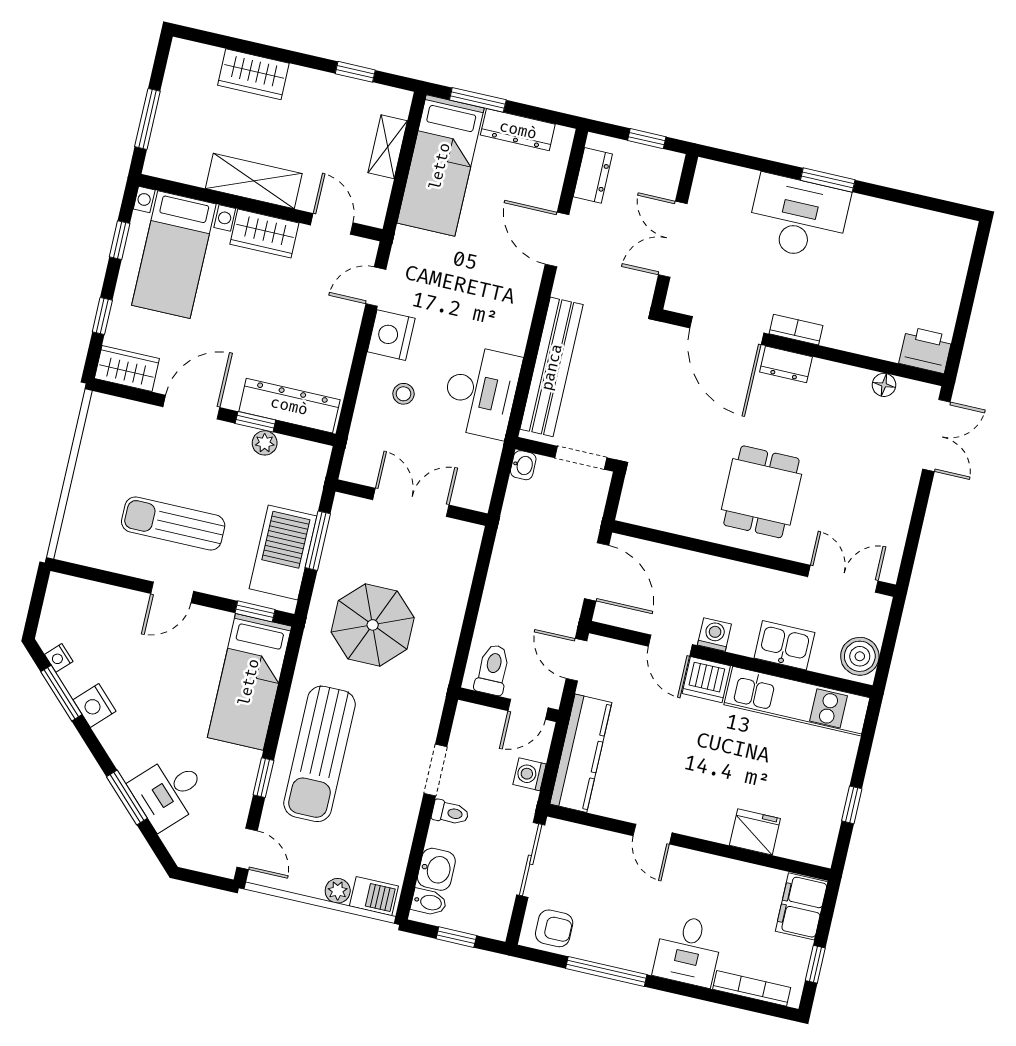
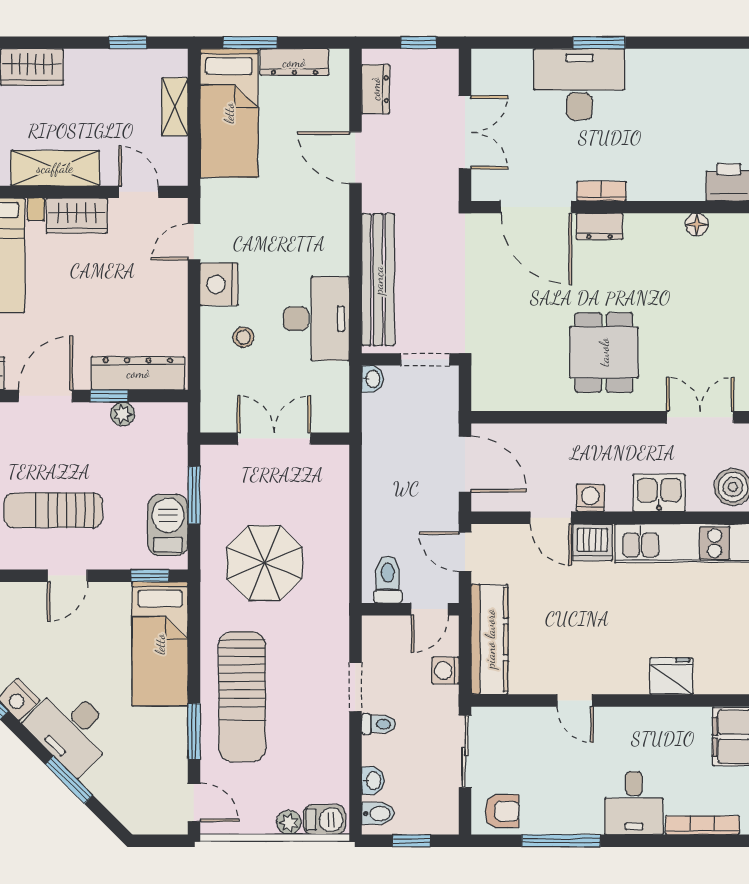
double door: (673, 239) -> (465, 132), swing flipped
barbecue: (283, 552) -> (168, 525), width x0.73, depth x0.83
window: (263, 778) -> (194, 731), width x1.50
desk: (169, 792) -> (71, 729), moved, width x1.37
washbasin: (436, 869) -> (373, 781), width x0.72, depth x0.69

